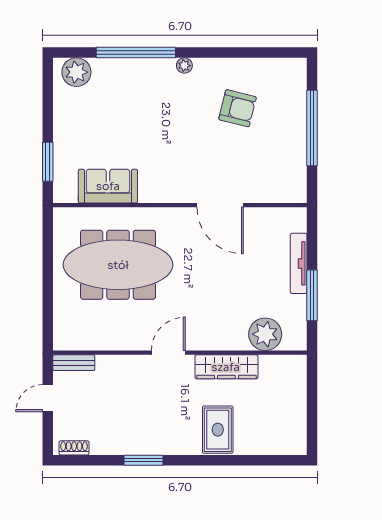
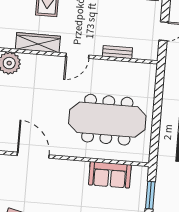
bench: (74, 363) -> (117, 52), moved

